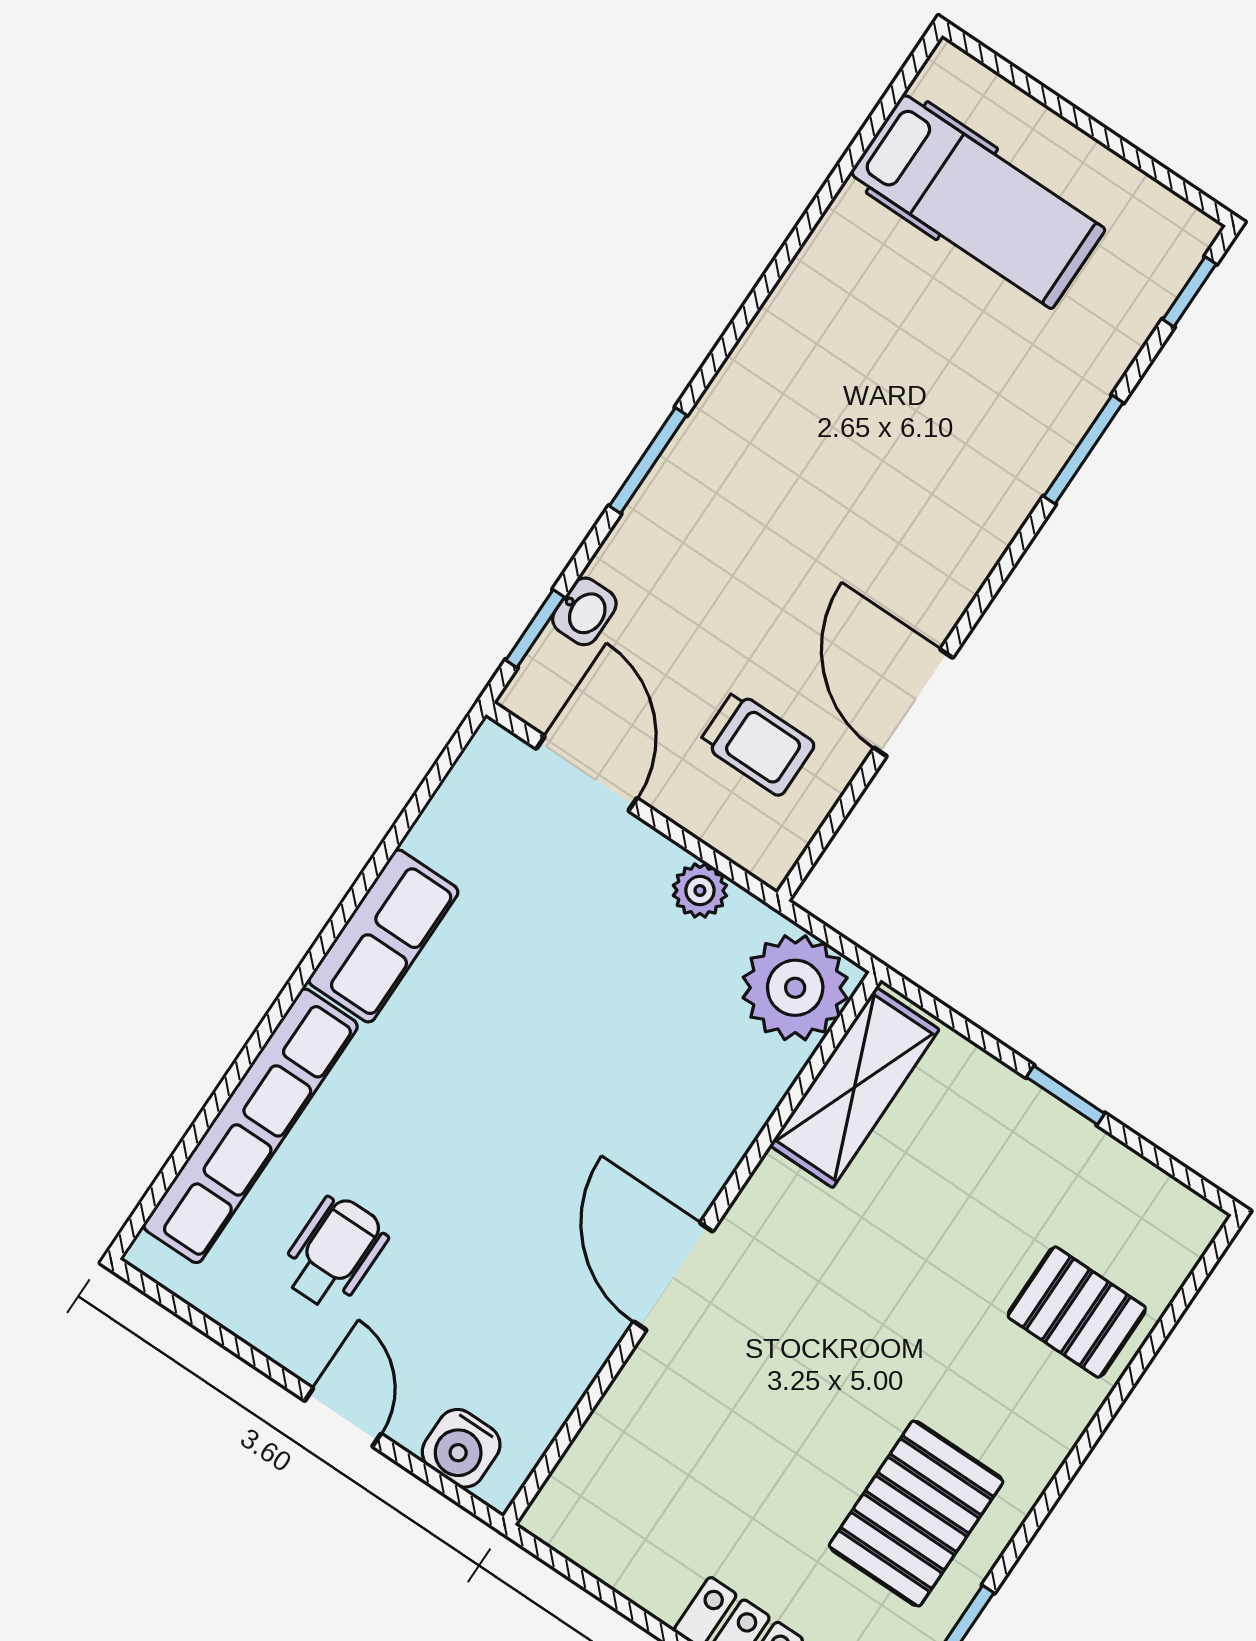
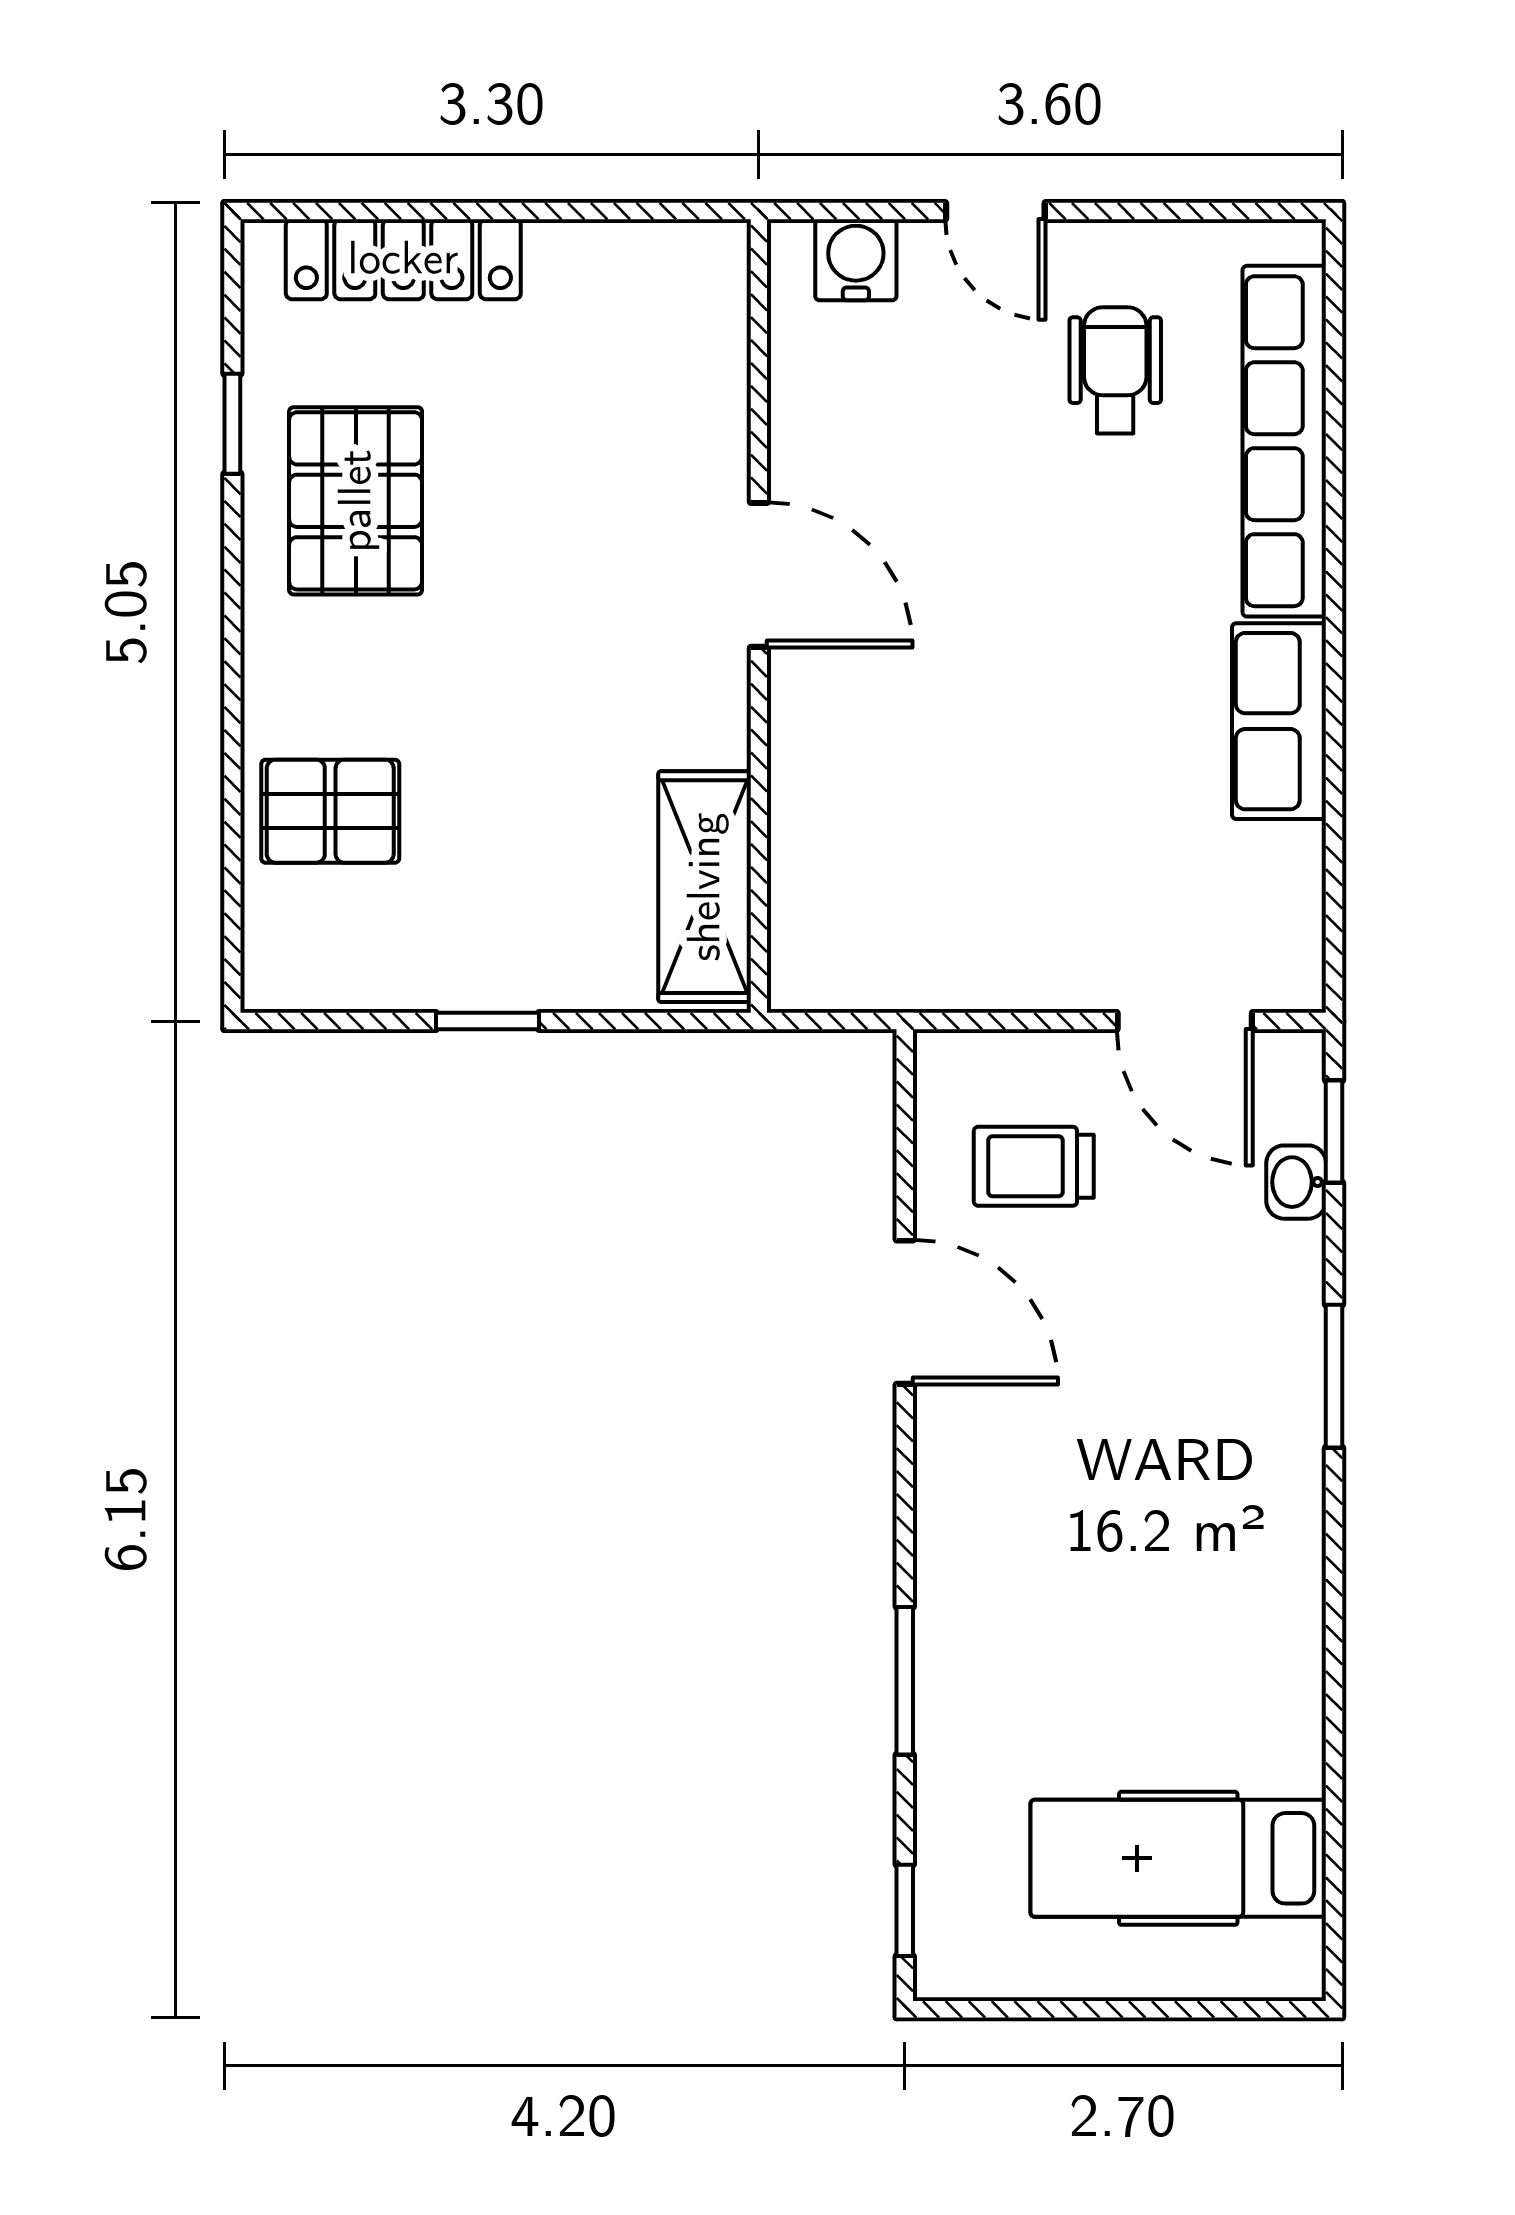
plant: (700, 890) -> (992, 980), removed
plant: (795, 988) -> (831, 947), removed
wheelchair: (334, 1253) -> (1115, 370), turned 180

